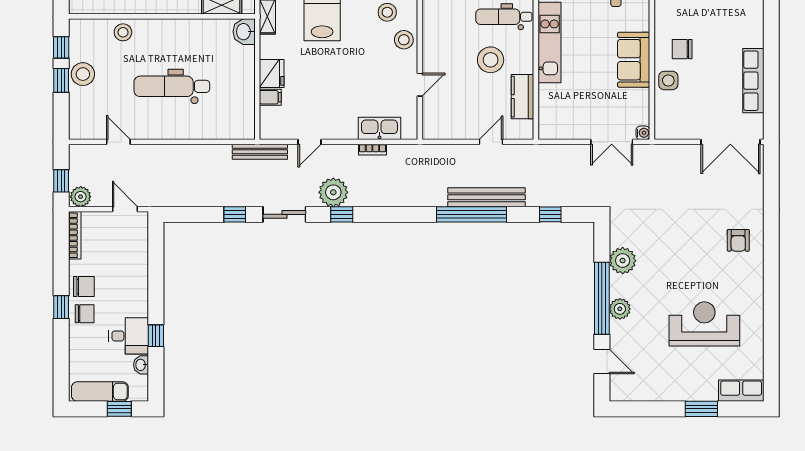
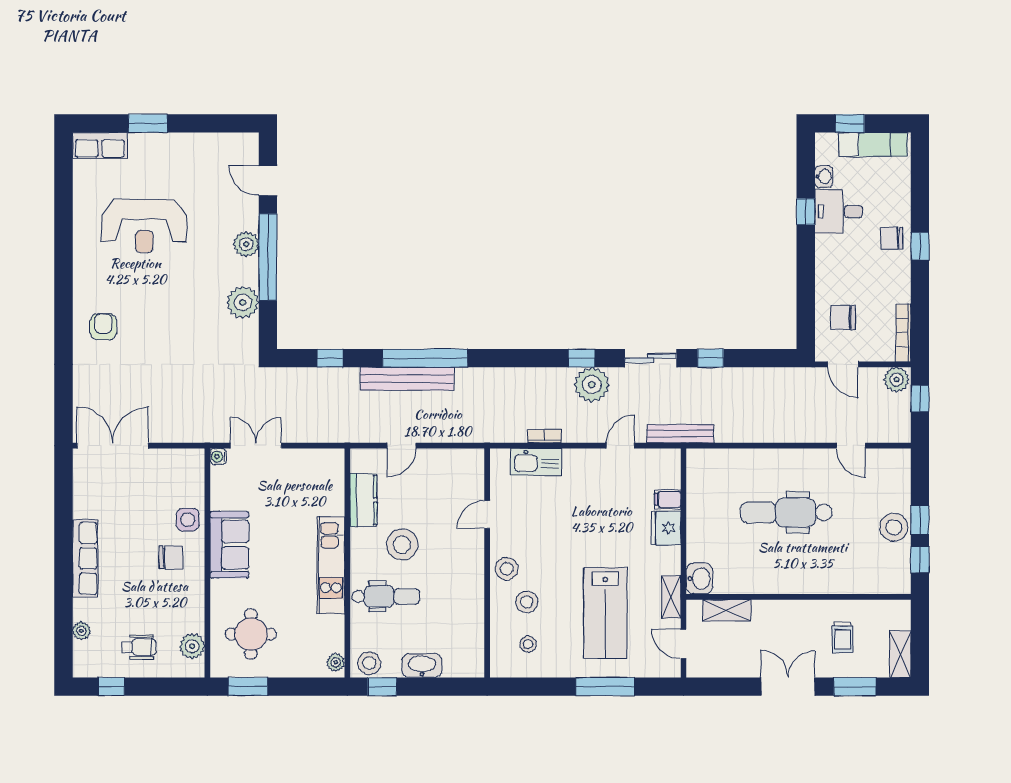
stool: (123, 32) -> (845, 578), removed
row of seats: (753, 81) -> (85, 558), moved
dental chair: (172, 86) -> (786, 513), turned 180
chair: (84, 286) -> (843, 318), moved

